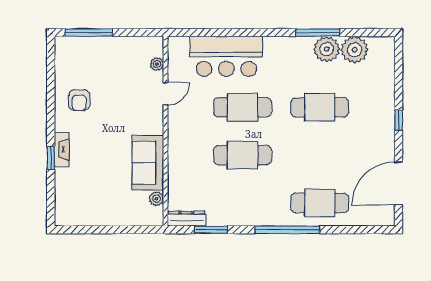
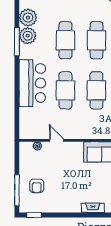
bar counter: (226, 56) -> (32, 83), moved
armchair: (79, 100) -> (37, 186), moved, turned 90
cafe table: (320, 155) -> (96, 40), added
window: (51, 158) -> (34, 215), moved

